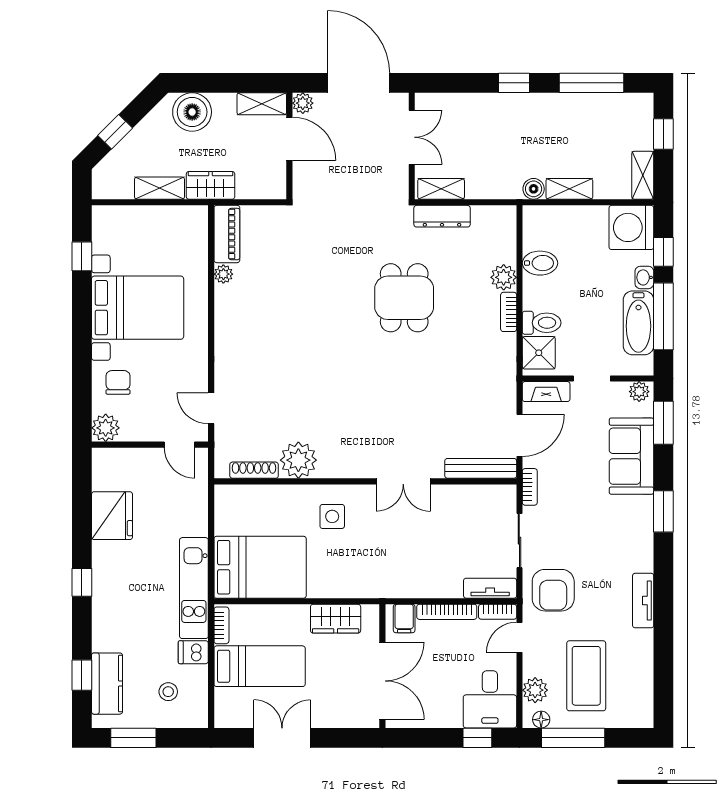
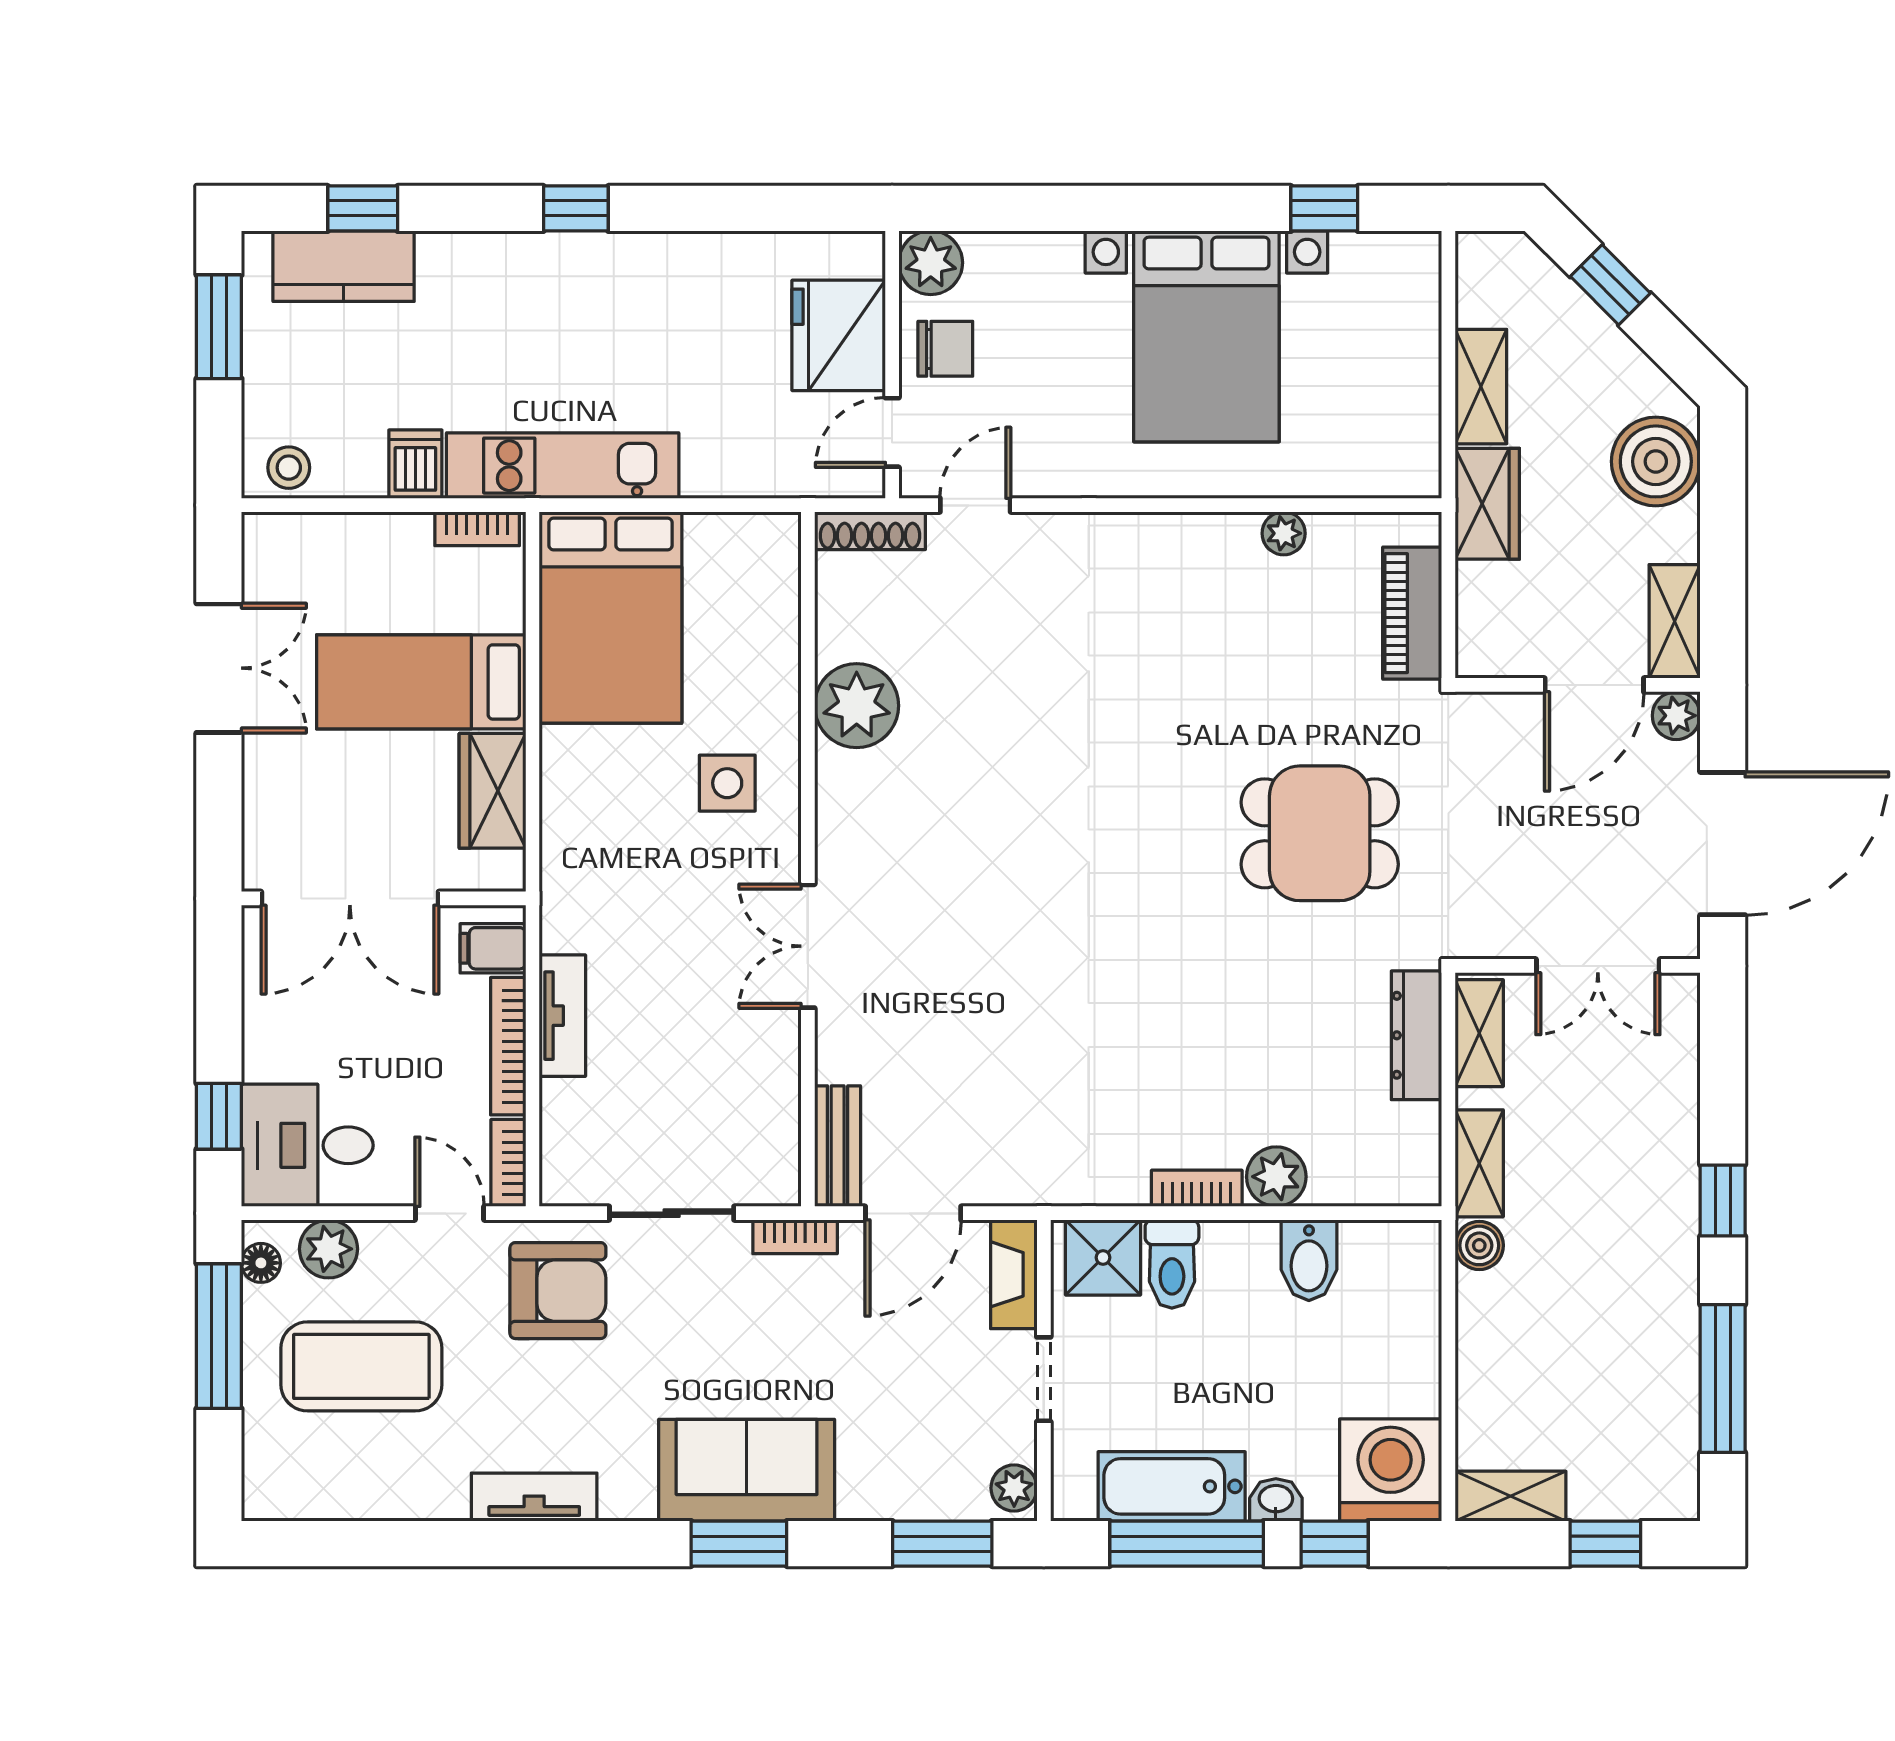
shelving: (569, 189) -> (1479, 1163), moved
piano: (227, 234) -> (1412, 613), moved, turned 90
dining table: (404, 298) -> (1320, 833), moved
chair: (118, 382) -> (945, 349), moved
door: (519, 435) -> (913, 1213), hinge flipped
sofa: (631, 456) -> (747, 1470), moved
bench: (481, 468) -> (838, 1146), width x0.73
shoe rack: (254, 470) -> (870, 531), moved, turned 90
fridge: (112, 516) -> (839, 335), moved, turned 90
tv unit: (490, 588) -> (562, 1016), moved
armchair: (553, 590) -> (558, 1291), turned 180
bed: (260, 666) -> (421, 682), moved, turned 90
stool: (168, 692) -> (289, 468), moved

